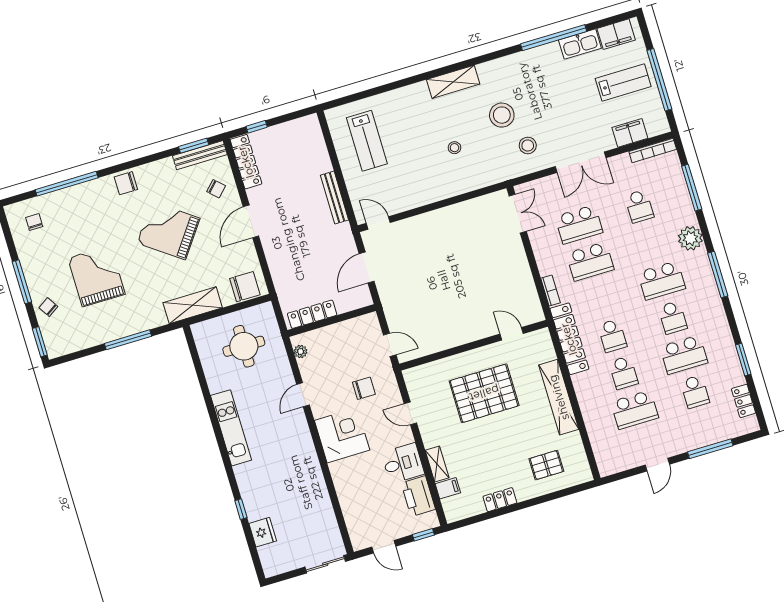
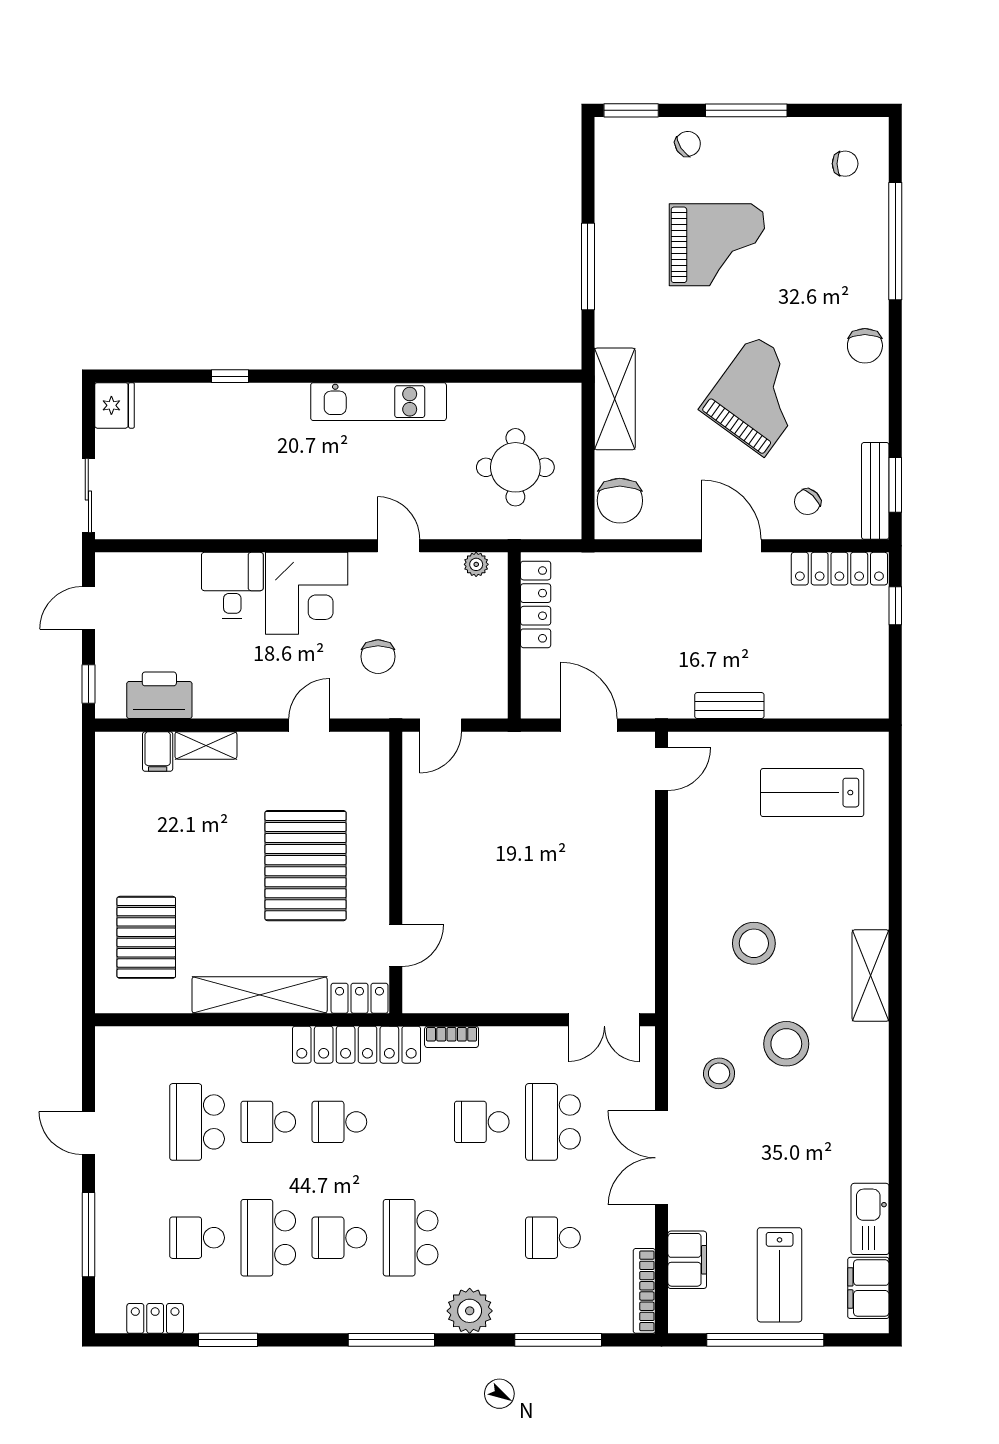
window: (554, 38) -> (895, 1176), removed
stool: (454, 148) -> (754, 943), width x1.89, depth x1.89
chair: (126, 183) -> (865, 346), turned 180
bench: (334, 198) -> (729, 706), width x0.73
school desk: (590, 261) -> (482, 1122), width x0.54
desk: (403, 463) -> (232, 585), moved, turned 180
pallet: (546, 465) -> (146, 937), width x1.50, depth x1.42
locker: (500, 500) -> (359, 998), moved, turned -90
fridge: (263, 532) -> (115, 405), moved, turned -90

